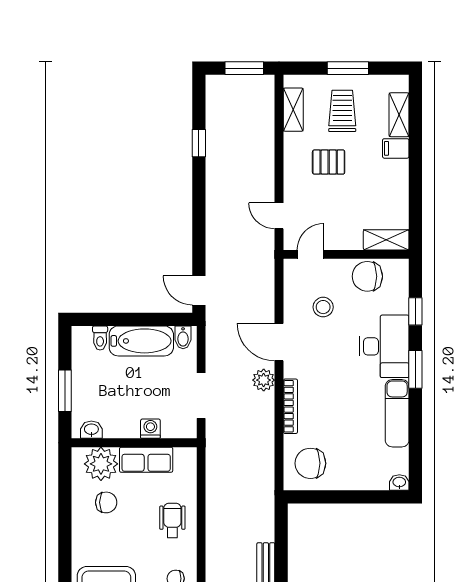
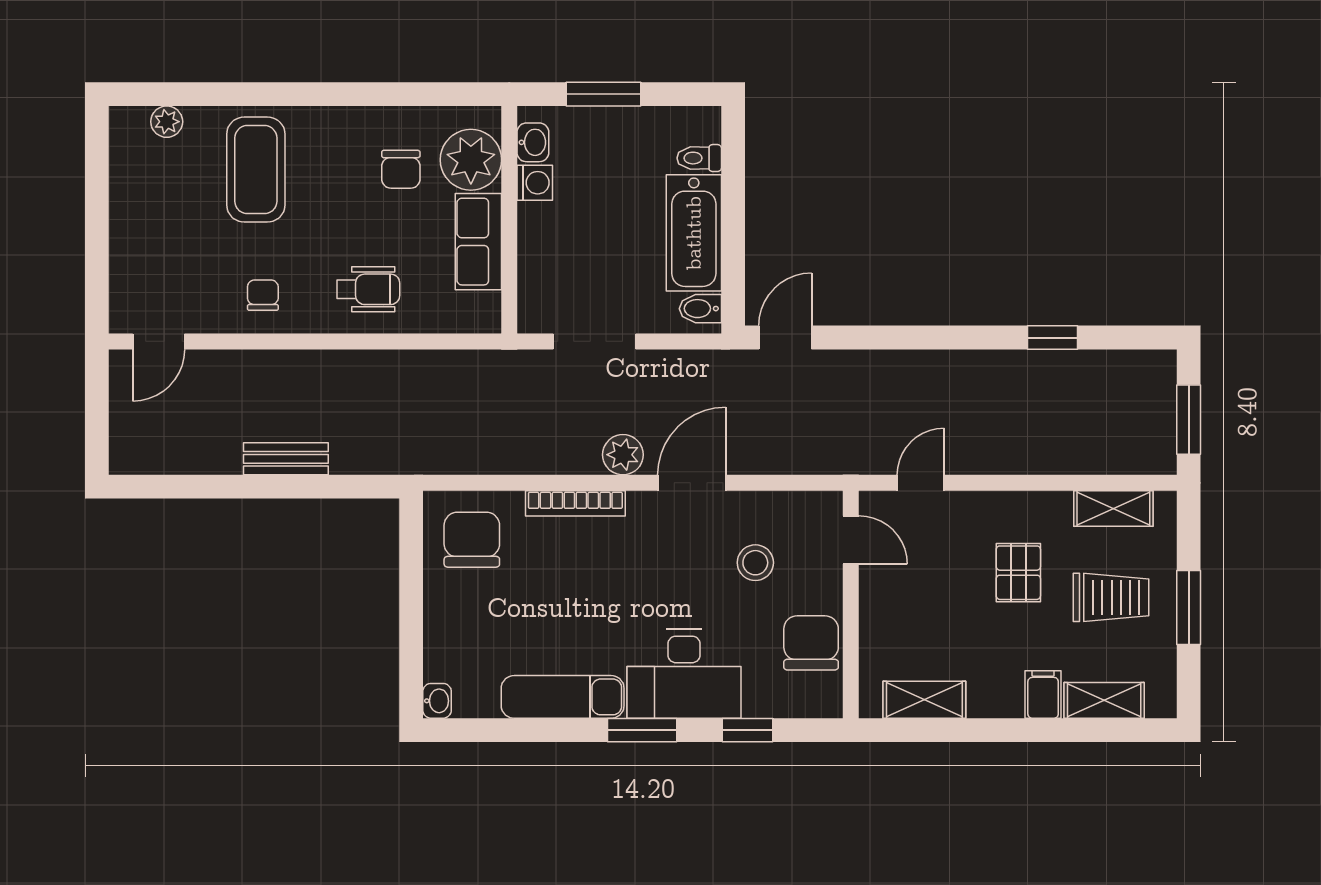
shelving: (386, 240) -> (924, 700), moved, turned 90
washing machine: (150, 429) -> (535, 183), moved

